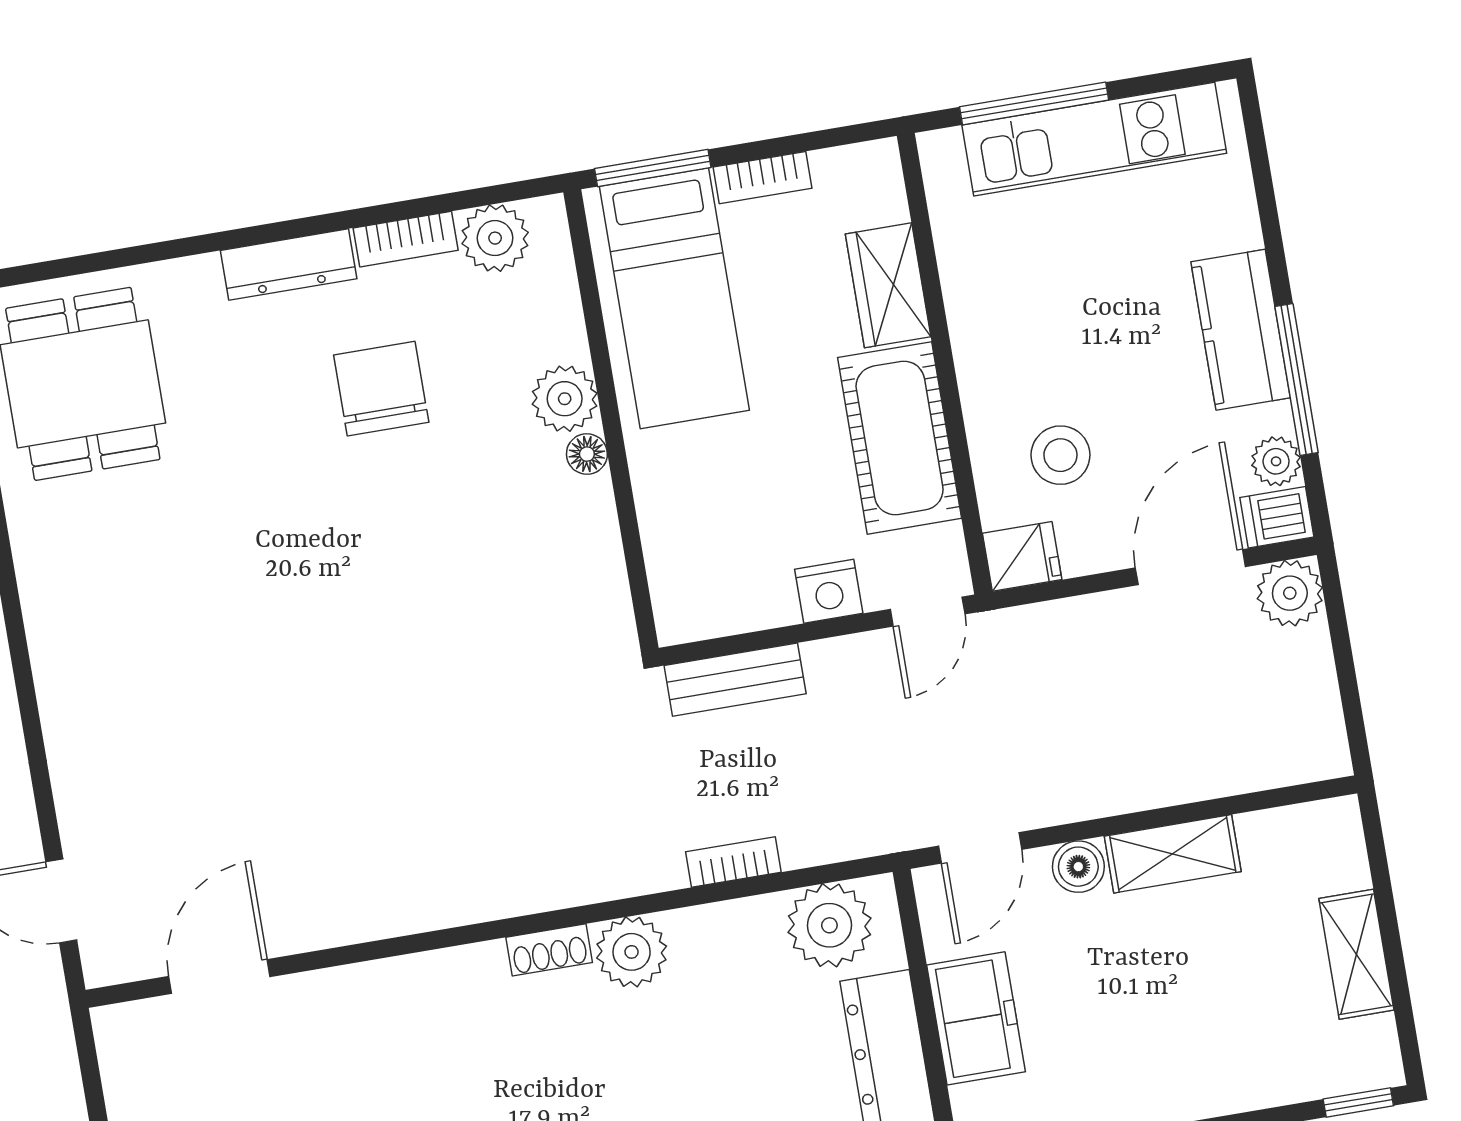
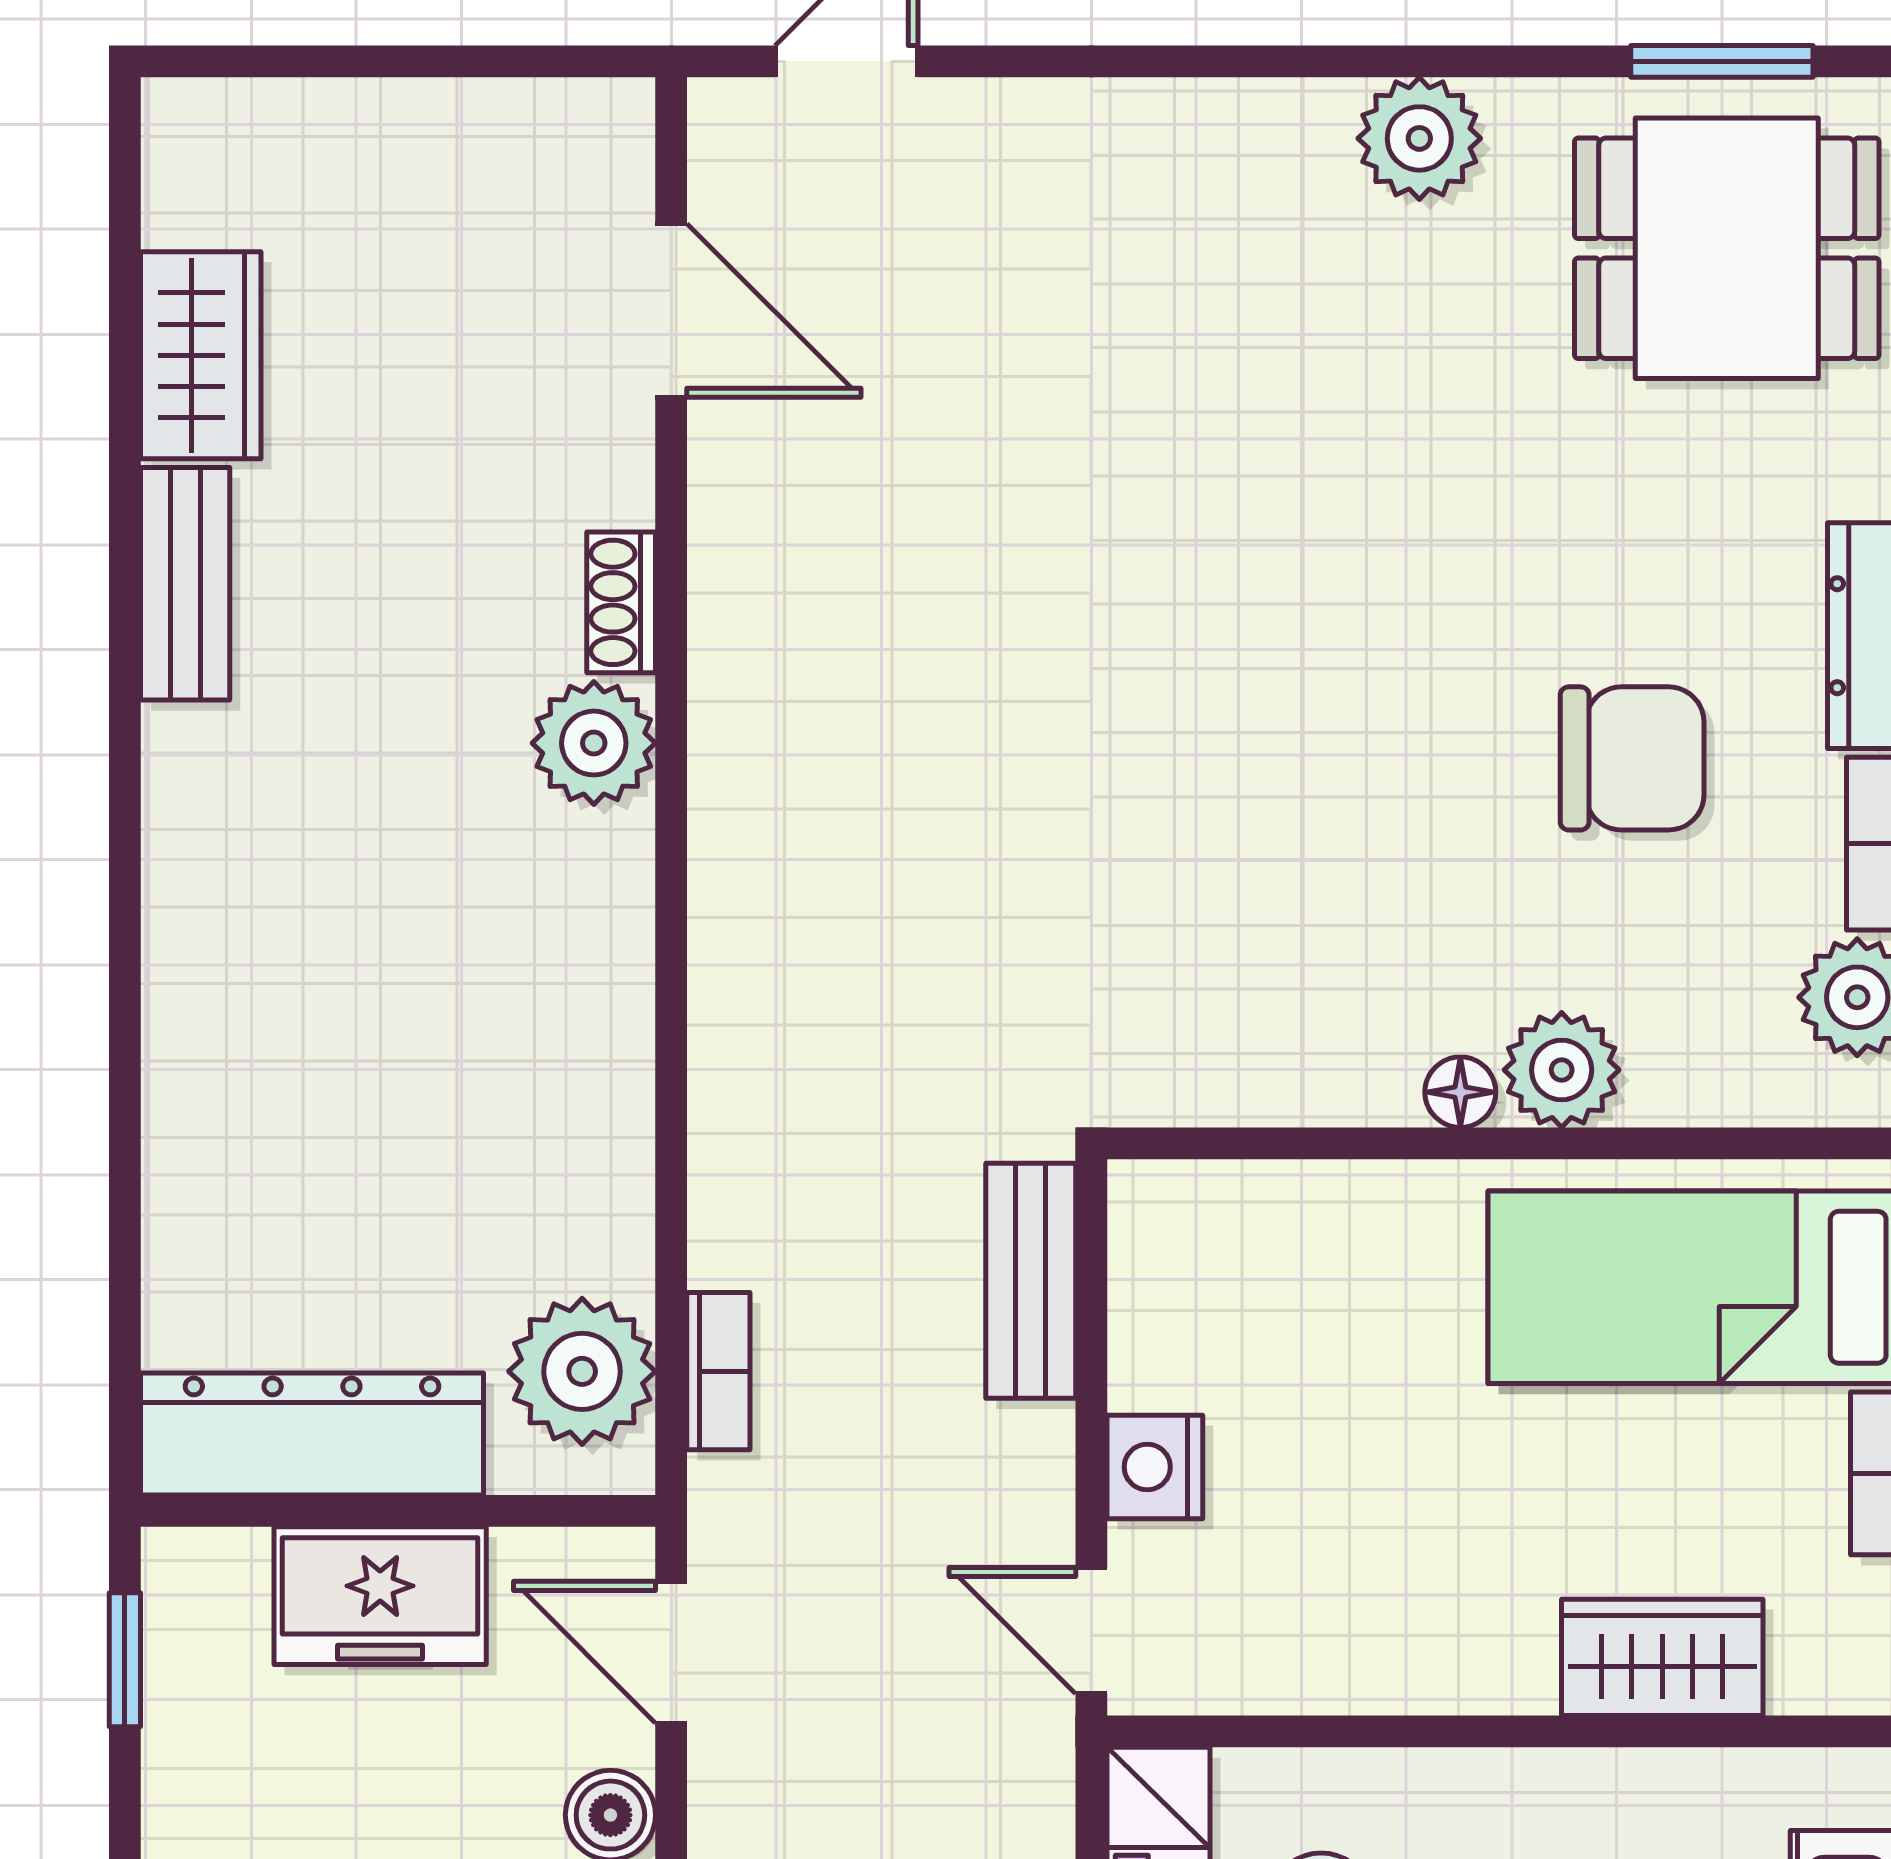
cot: (900, 438) -> (1397, 1633), removed
plant: (50, 569) -> (1419, 138), added
bookcase: (733, 862) -> (718, 1371), moved
shoe rack: (549, 950) -> (621, 602), moved
plant: (632, 952) -> (594, 743), moved

